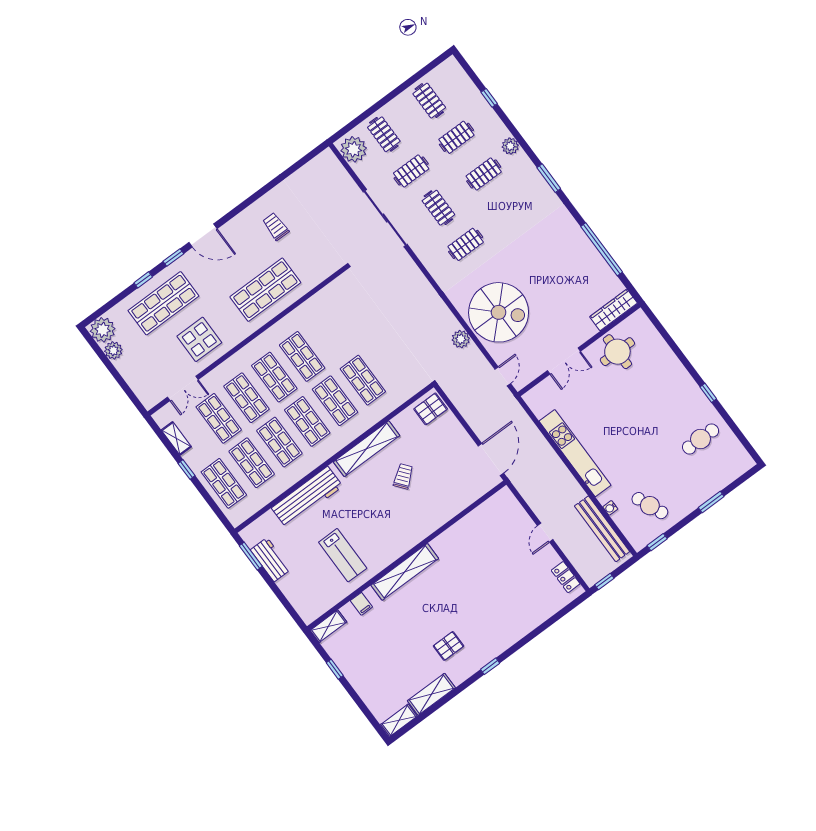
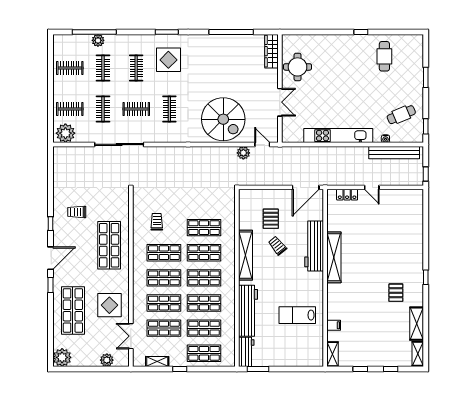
window: (489, 98) -> (94, 32), width x3.17
plant: (510, 146) -> (98, 40), moved
display table: (519, 203) -> (168, 60), added
window: (143, 280) -> (51, 224), moved
spiral stairs: (499, 312) -> (223, 119), turned 90
trolley: (330, 323) -> (157, 222), added
plant: (461, 339) -> (243, 153), moved
plant: (113, 350) -> (107, 360), moved
double door: (183, 388) -> (131, 336), swing flipped
pallet: (431, 409) -> (271, 219), moved
door: (491, 460) -> (306, 187), swing flipped
workbench: (433, 517) -> (314, 246), added
lab bench: (343, 555) -> (297, 315), turned 180
workbench: (271, 560) -> (246, 352), moved, turned 90
shelving: (405, 572) -> (334, 257), moved
locker: (566, 577) -> (347, 195), moved
window: (360, 703) -> (391, 369), added

